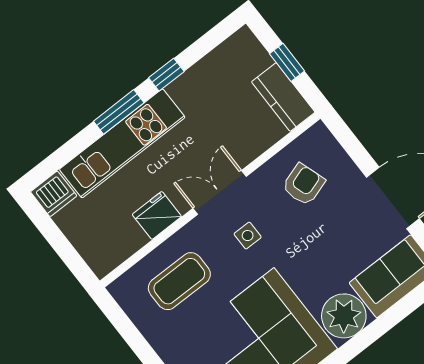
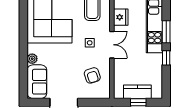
kitchen counter: (283, 97) -> (137, 92), moved
plant: (344, 316) -> (32, 59), width x0.53, depth x0.53

